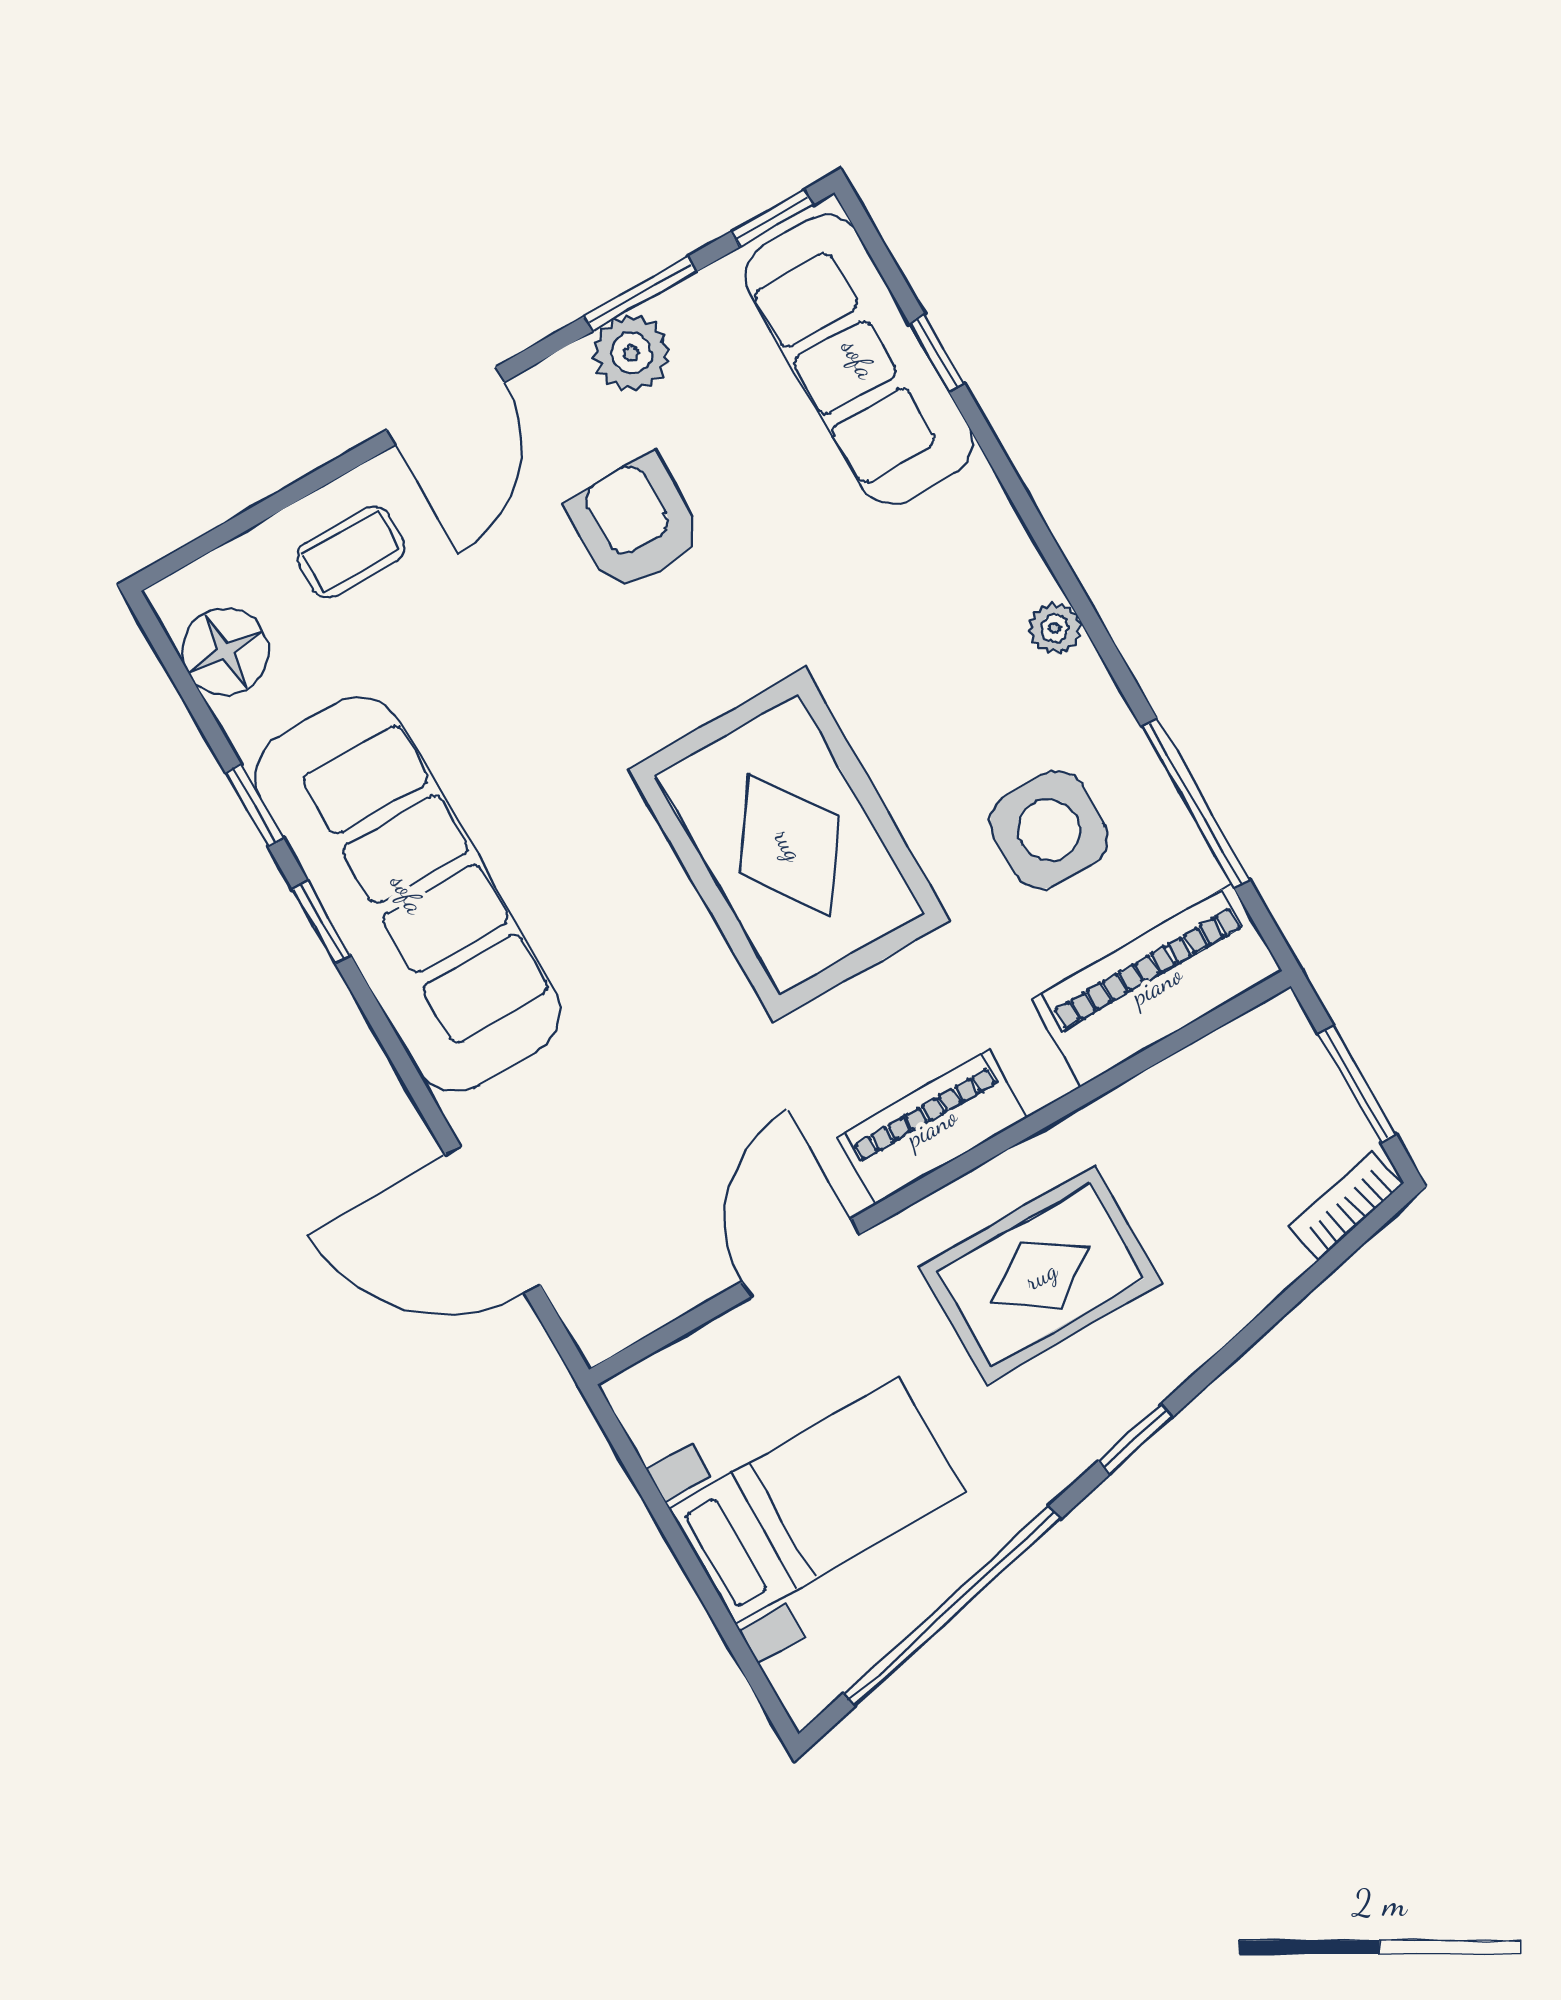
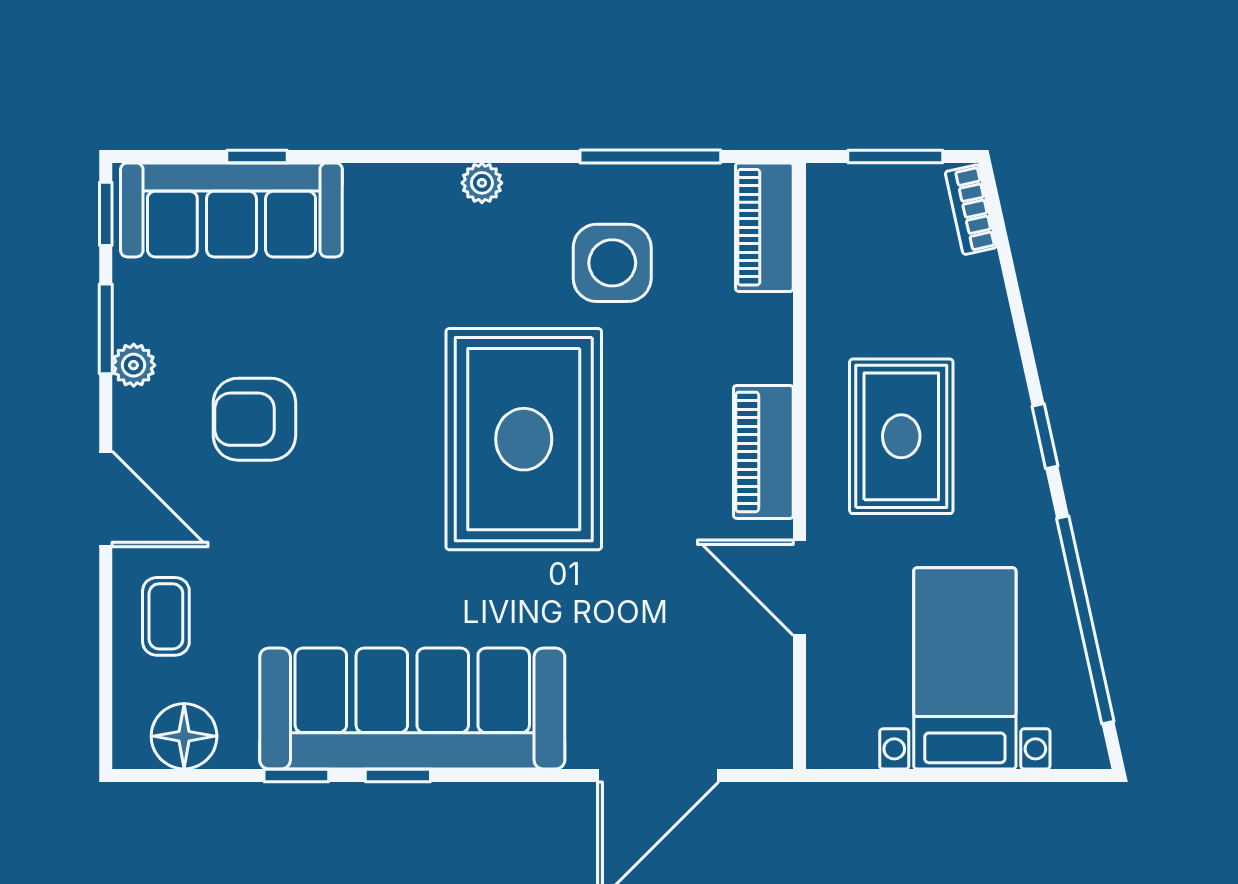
plant: (631, 353) -> (134, 365), width x0.73, depth x0.73
rug: (789, 845) -> (524, 439), turned 90
piano: (1157, 985) -> (764, 227), width x0.73, depth x0.75

